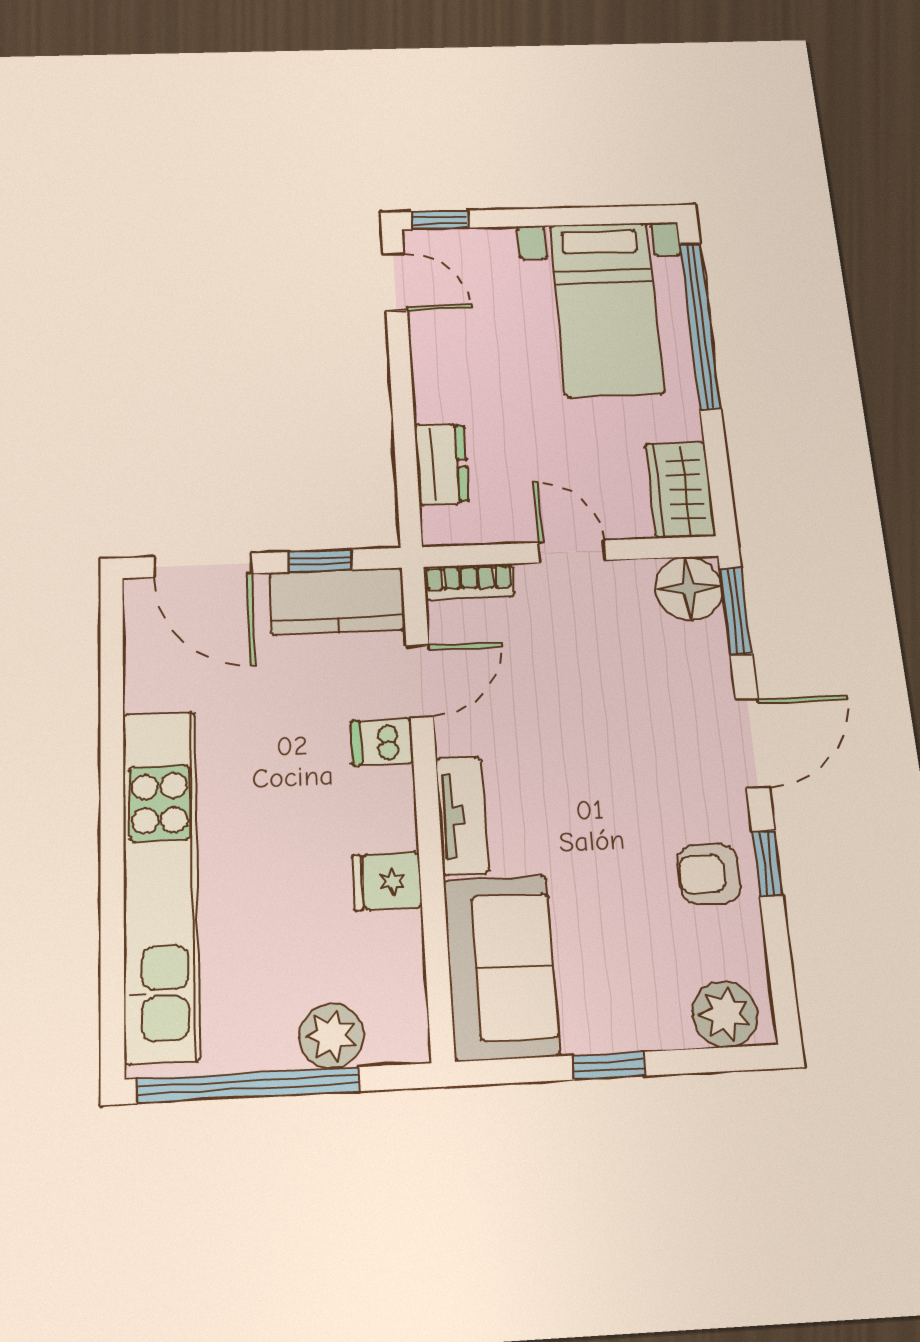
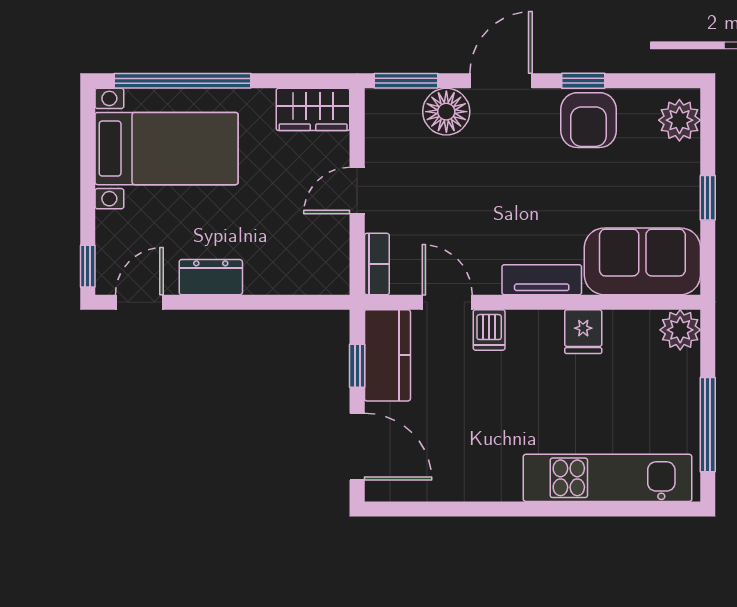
dresser: (442, 464) -> (211, 277), moved
door: (203, 565) -> (357, 447), hinge flipped
floor lamp: (689, 588) -> (446, 112), moved
door: (752, 743) -> (501, 81), hinge flipped
armchair: (709, 874) -> (588, 120), width x1.38, depth x1.38
kitchen unit: (160, 882) -> (608, 478), width x0.73
plant: (331, 1036) -> (680, 330), moved
window: (249, 1085) -> (708, 425), width x0.68

